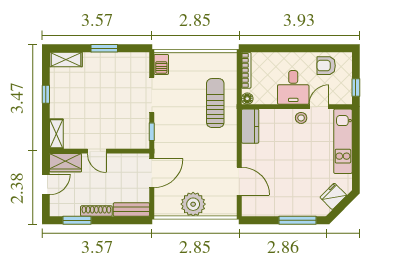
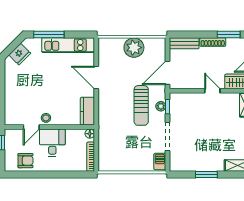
sun lounger: (215, 103) -> (141, 105), moved
plant: (160, 132) -> (161, 106), added
kitchen unit: (343, 141) -> (68, 45), moved, turned 90
door: (239, 181) -> (96, 78), moved

